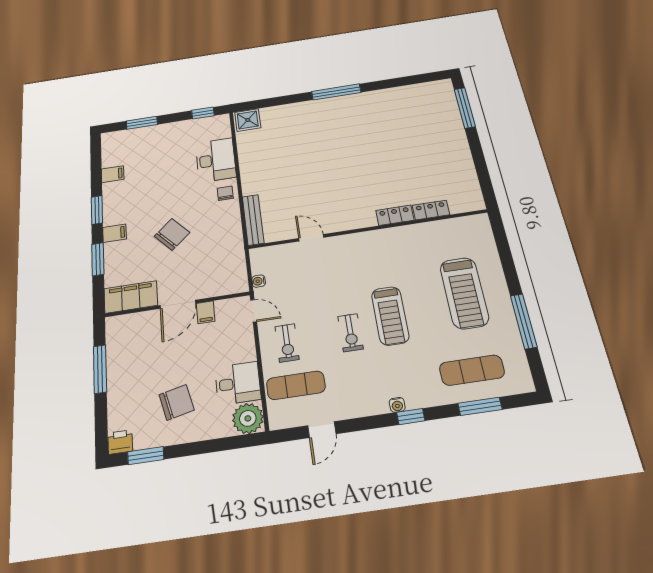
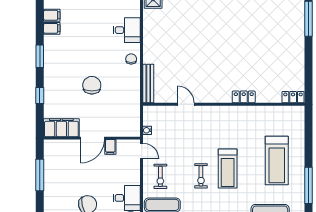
desk: (216, 160) -> (127, 30), width x0.73
locker: (431, 210) -> (293, 97), moved
filing cabinet: (114, 233) -> (52, 15), moved
chair: (172, 234) -> (92, 85), turned -48
window: (98, 259) -> (40, 96), width x0.67

